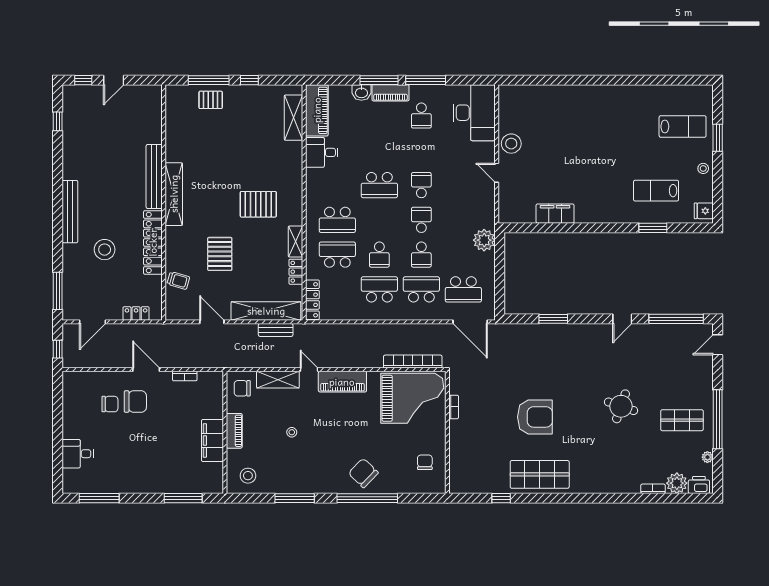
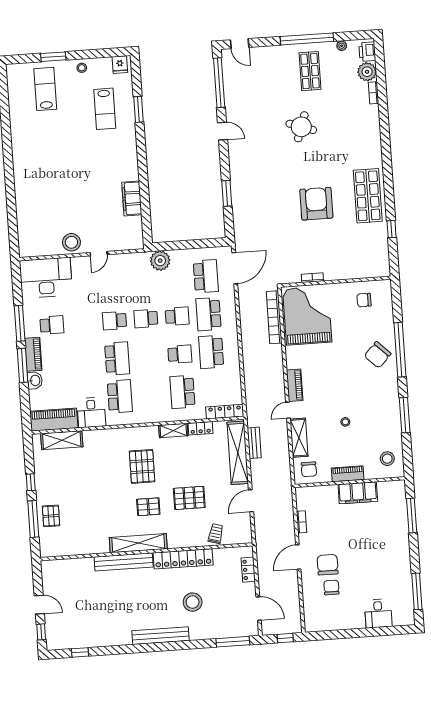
pallet: (213, 208) -> (148, 507), added
school desk: (337, 220) -> (120, 396), moved
piano: (342, 382) -> (295, 385), width x0.73, depth x0.75

